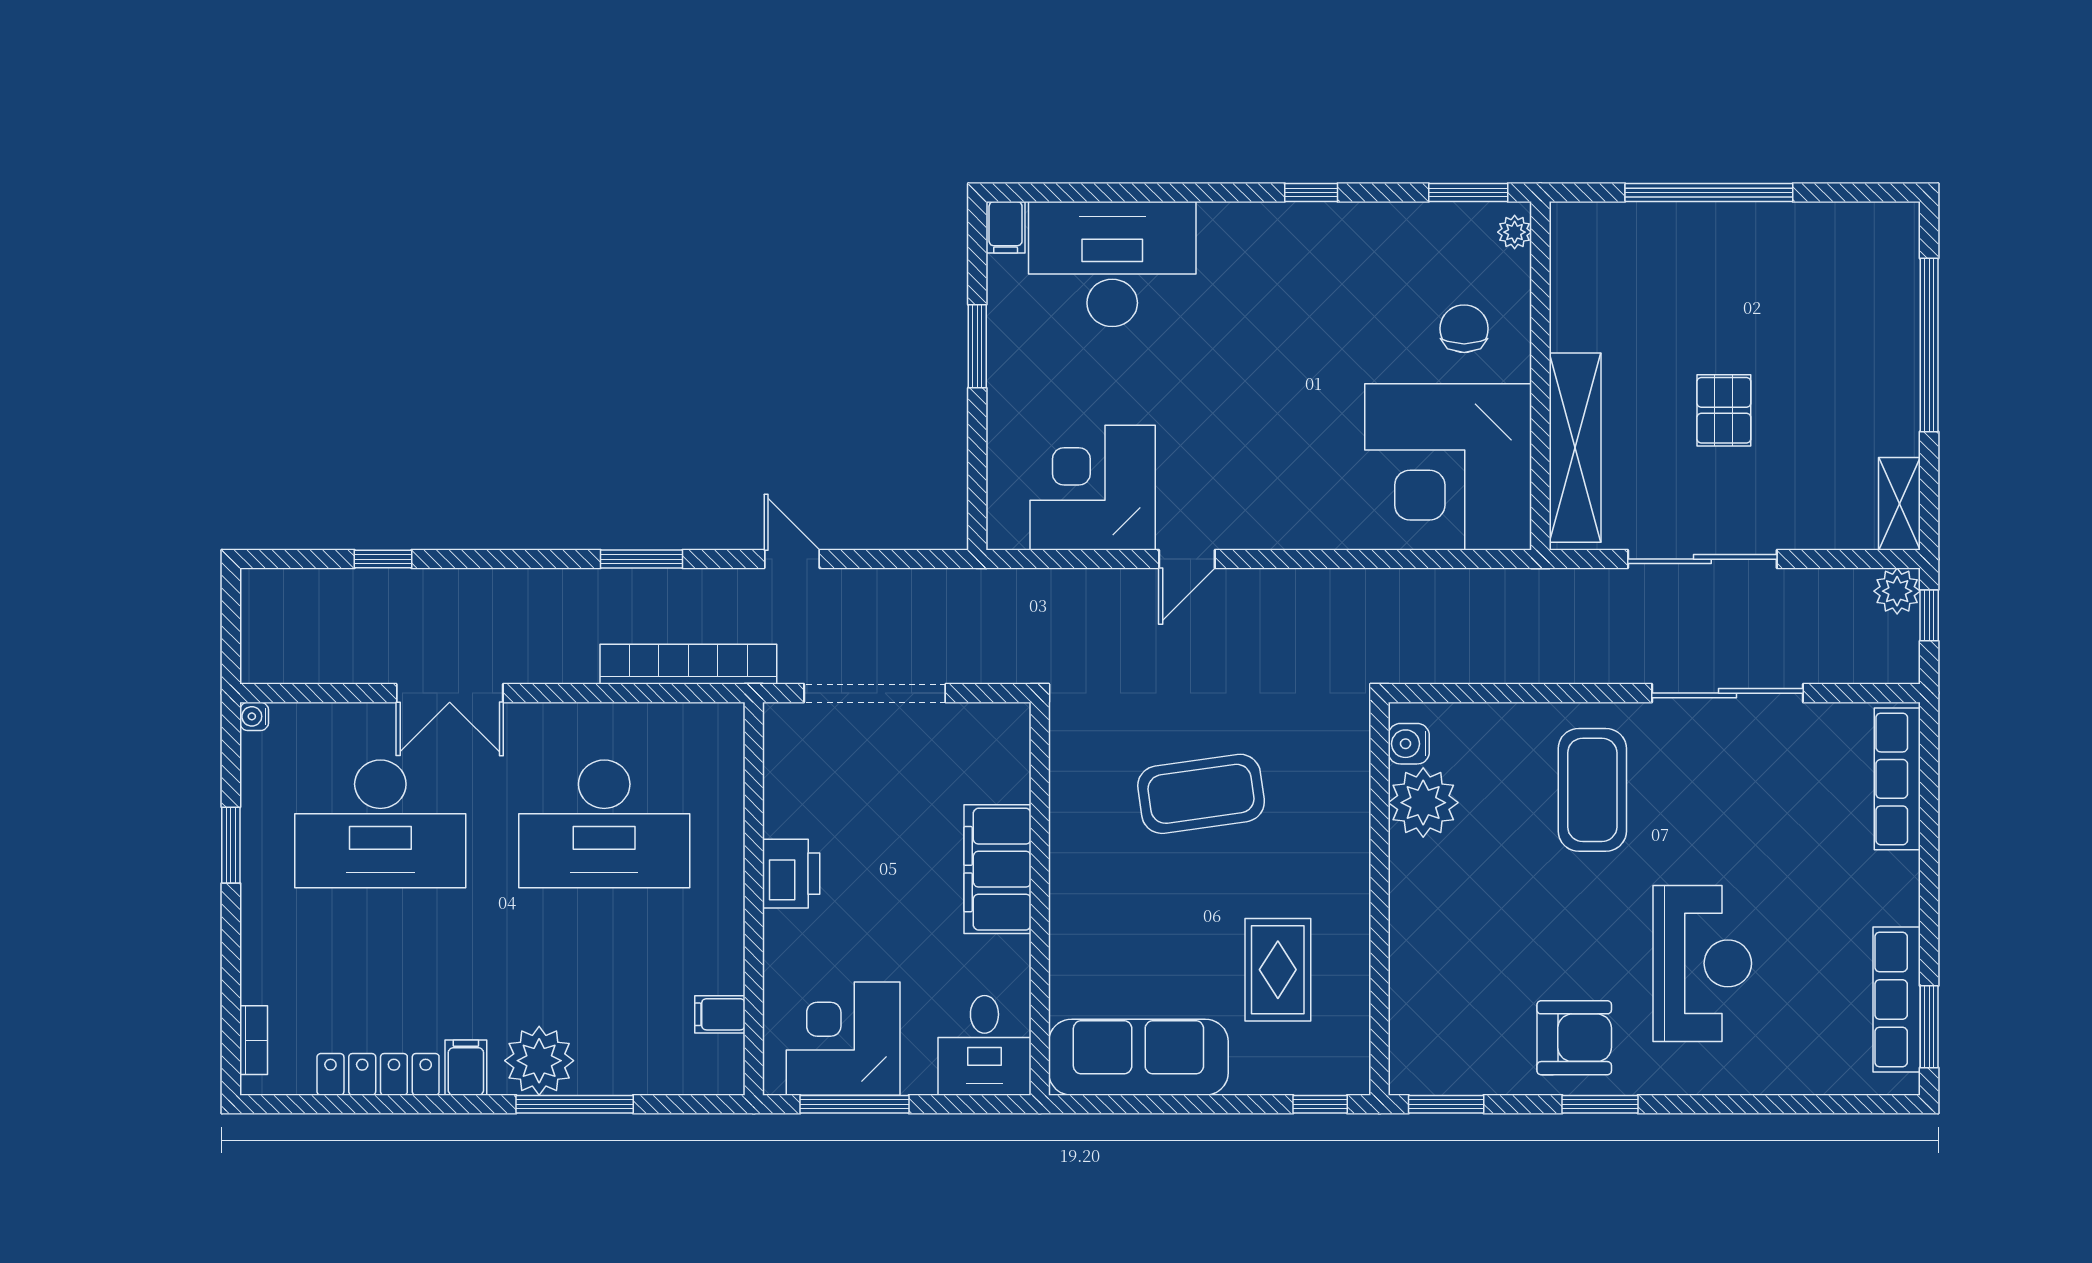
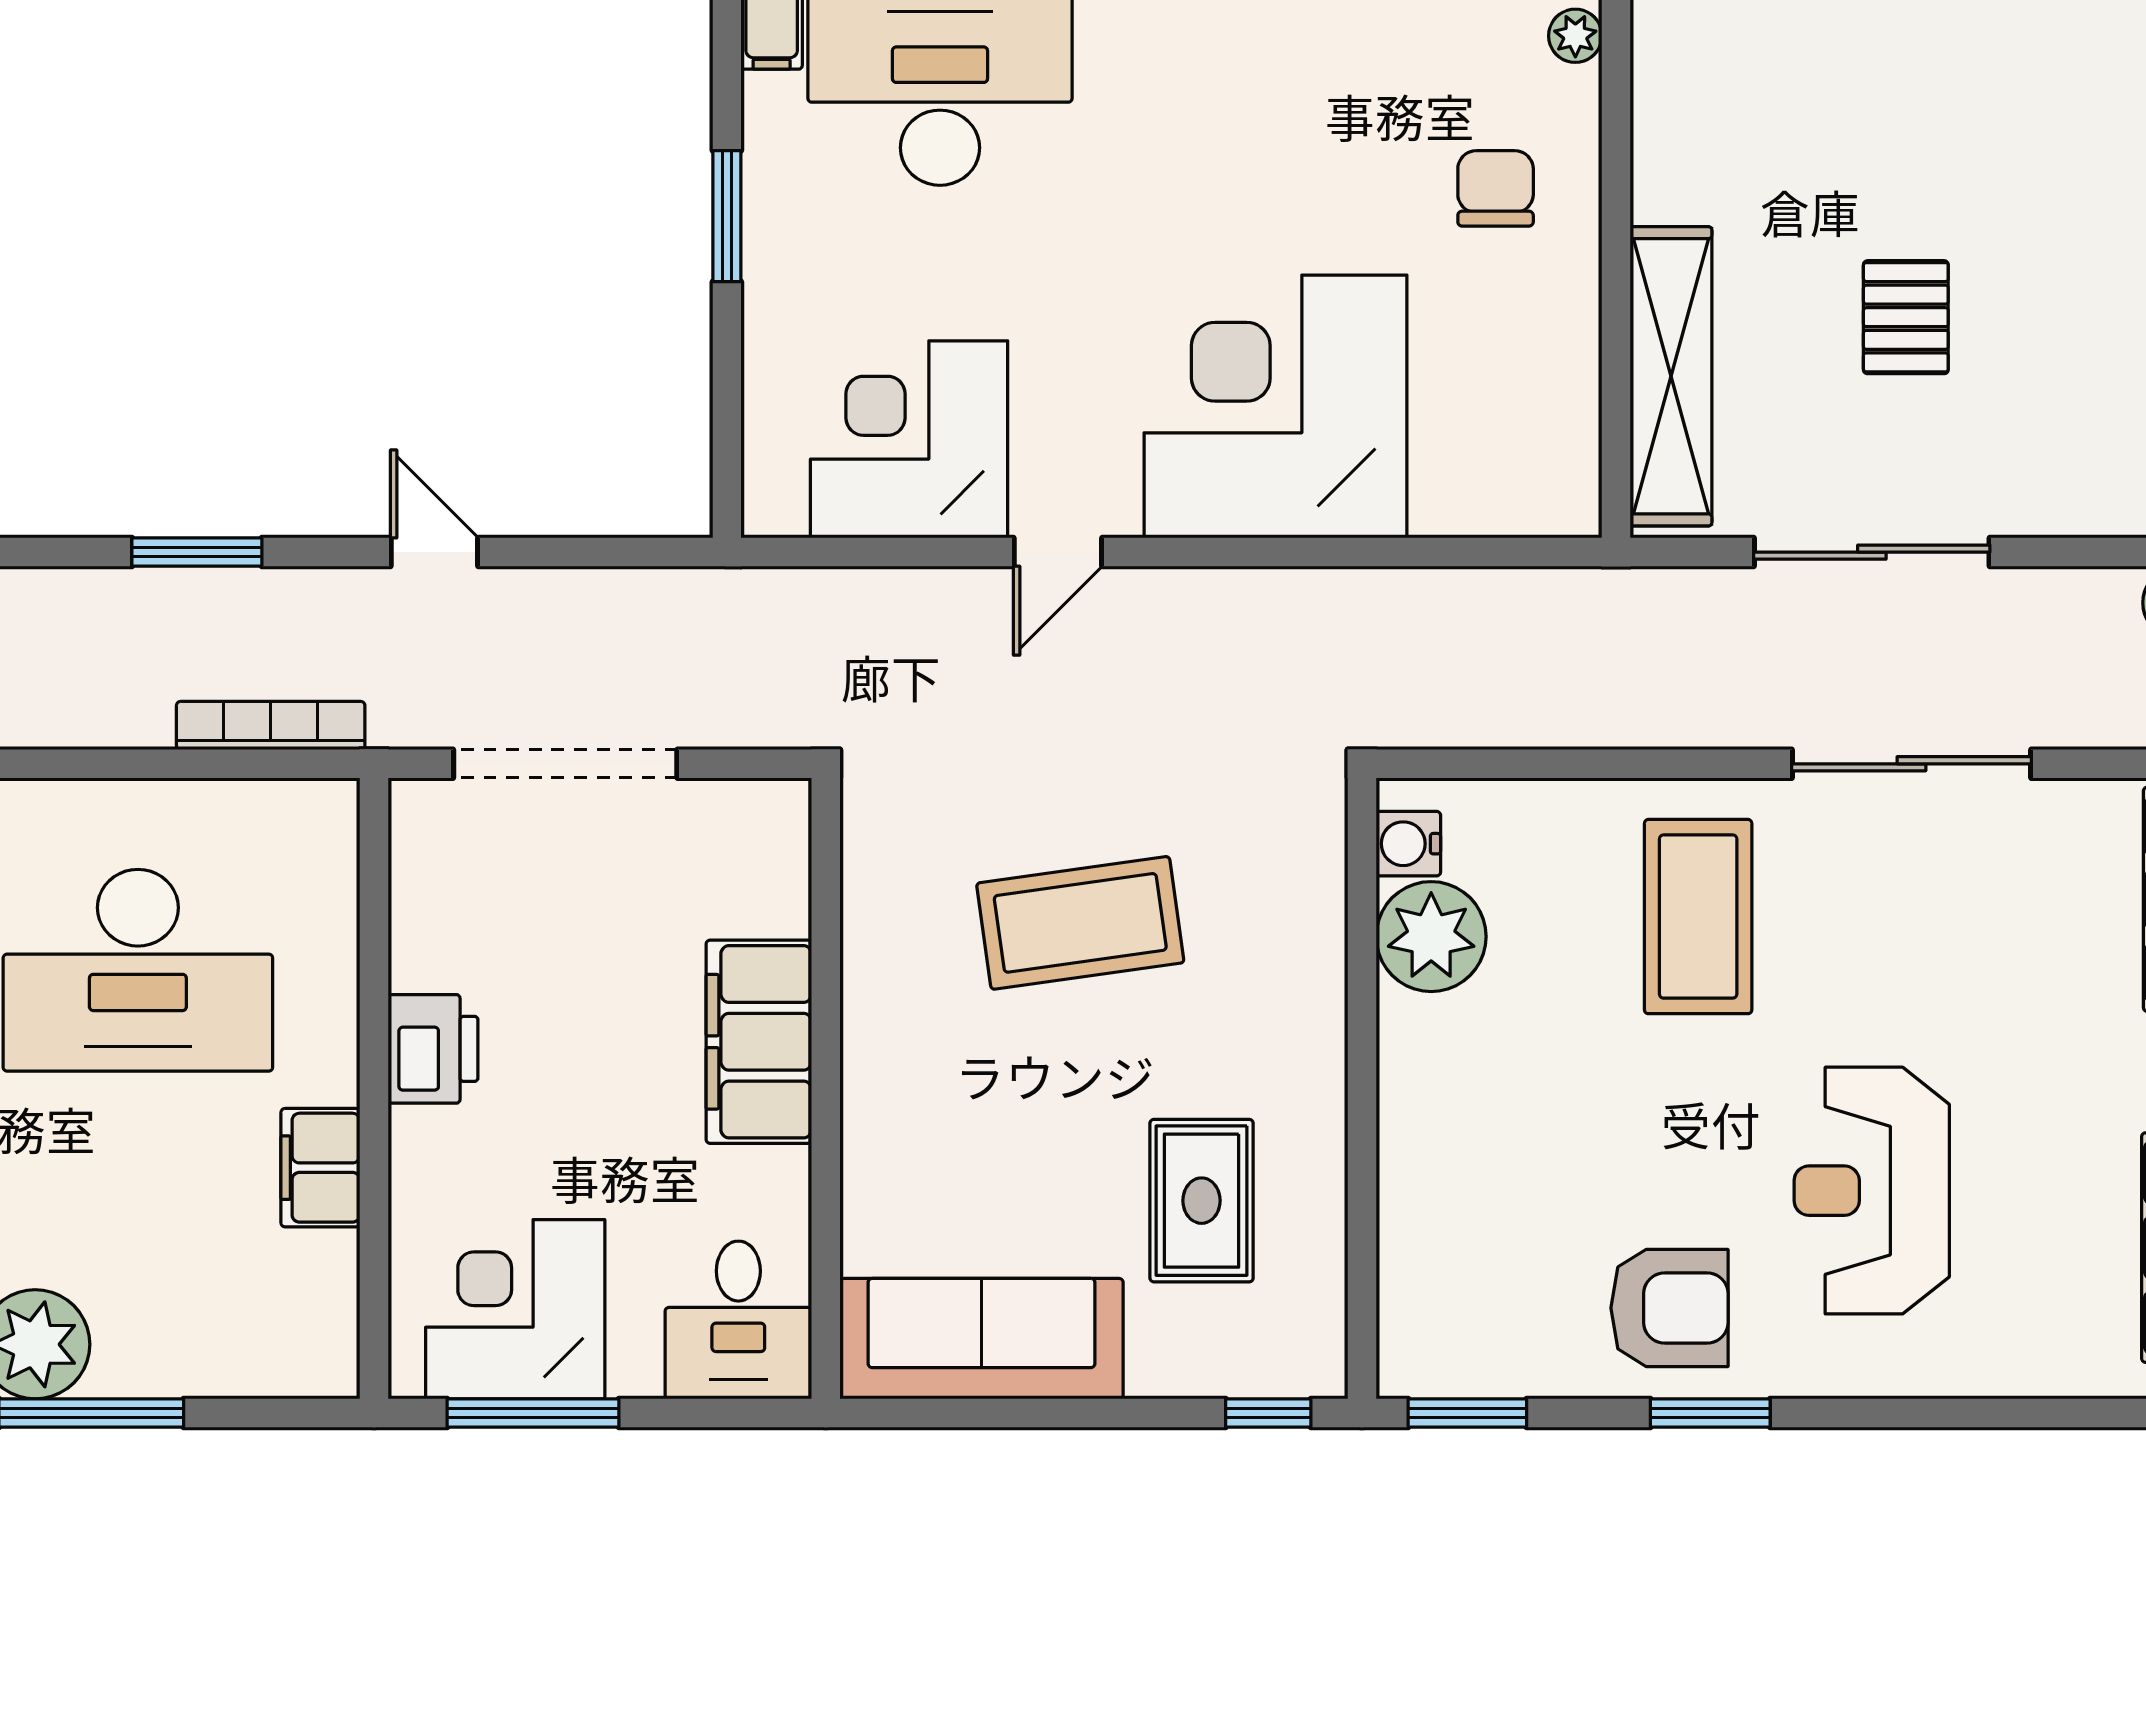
corner desk: (1448, 467) -> (1275, 406), moved, turned 90
bookcase: (688, 664) -> (271, 726), width x0.68, depth x0.76
reception desk: (1702, 963) -> (1872, 1191), turned 180
filing cabinet: (720, 1014) -> (320, 1168), moved, width x2.00

